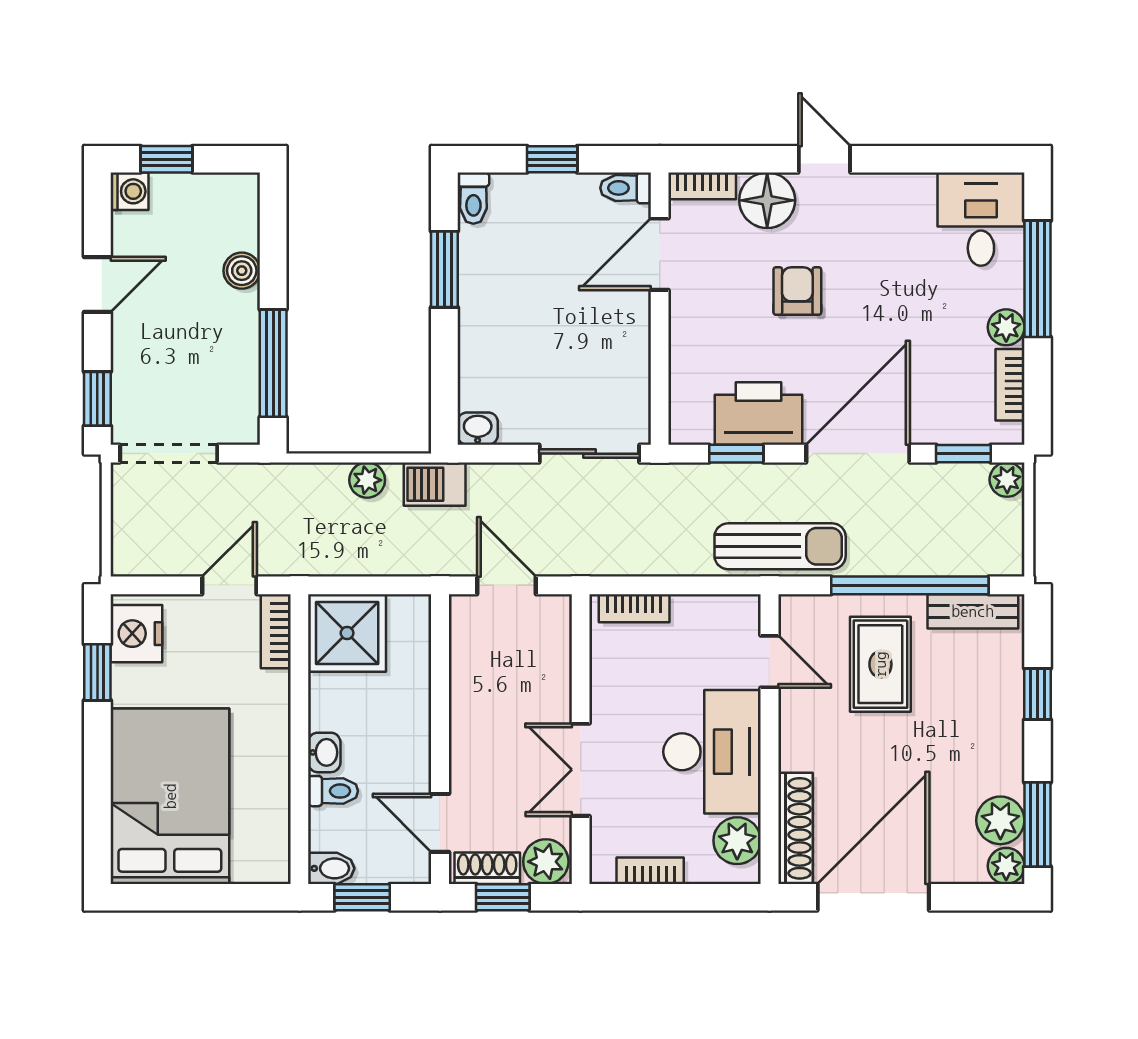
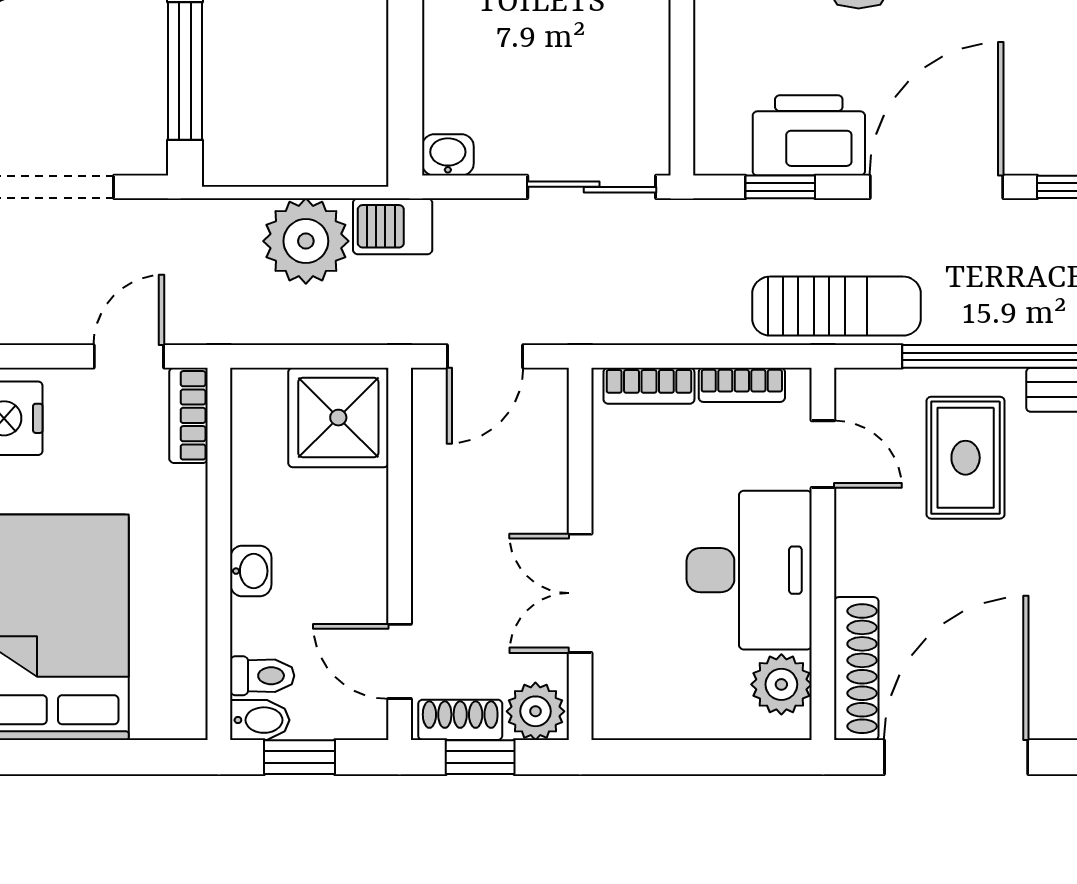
plant: (367, 480) -> (306, 241), width x1.87, depth x1.87
door: (507, 585) -> (485, 356), swing flipped
shower: (347, 633) -> (338, 418), moved
toilet: (333, 791) -> (262, 676), moved
bookcase: (650, 871) -> (742, 385), moved, turned 180

